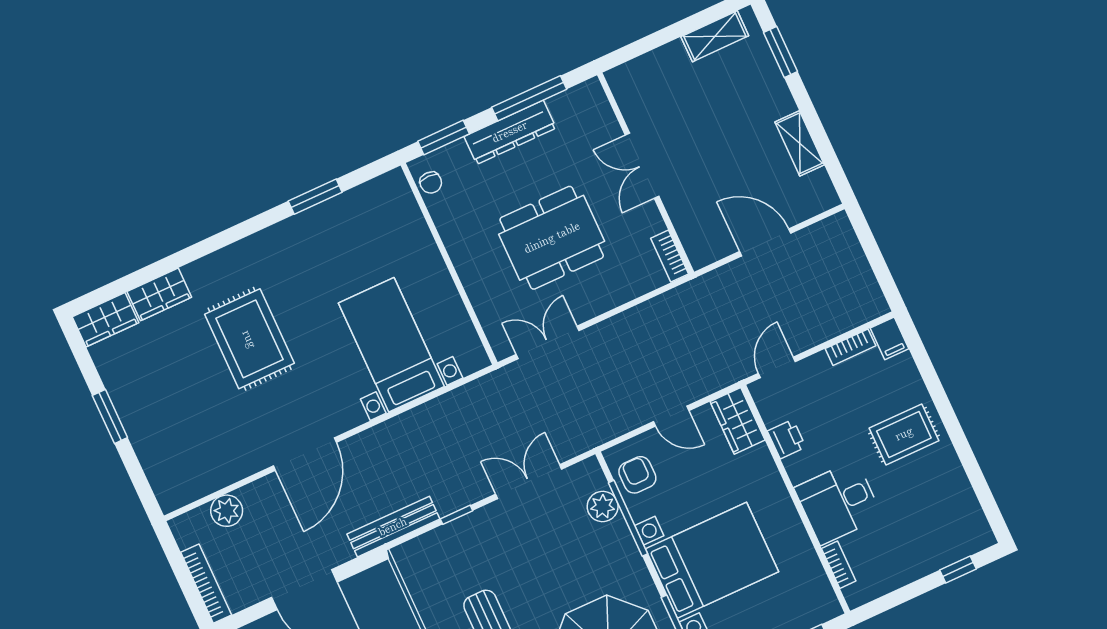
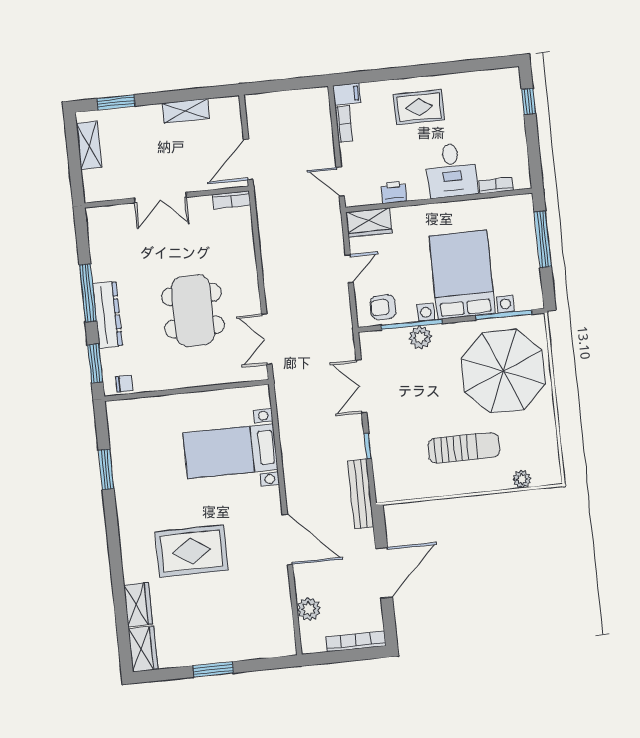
double door: (642, 166) -> (160, 198), moved
wall: (646, 173) -> (167, 197), moved
bookcase: (670, 256) -> (231, 200), moved
rug: (904, 434) -> (419, 107), turned 90
plant: (603, 507) -> (420, 337), moved

